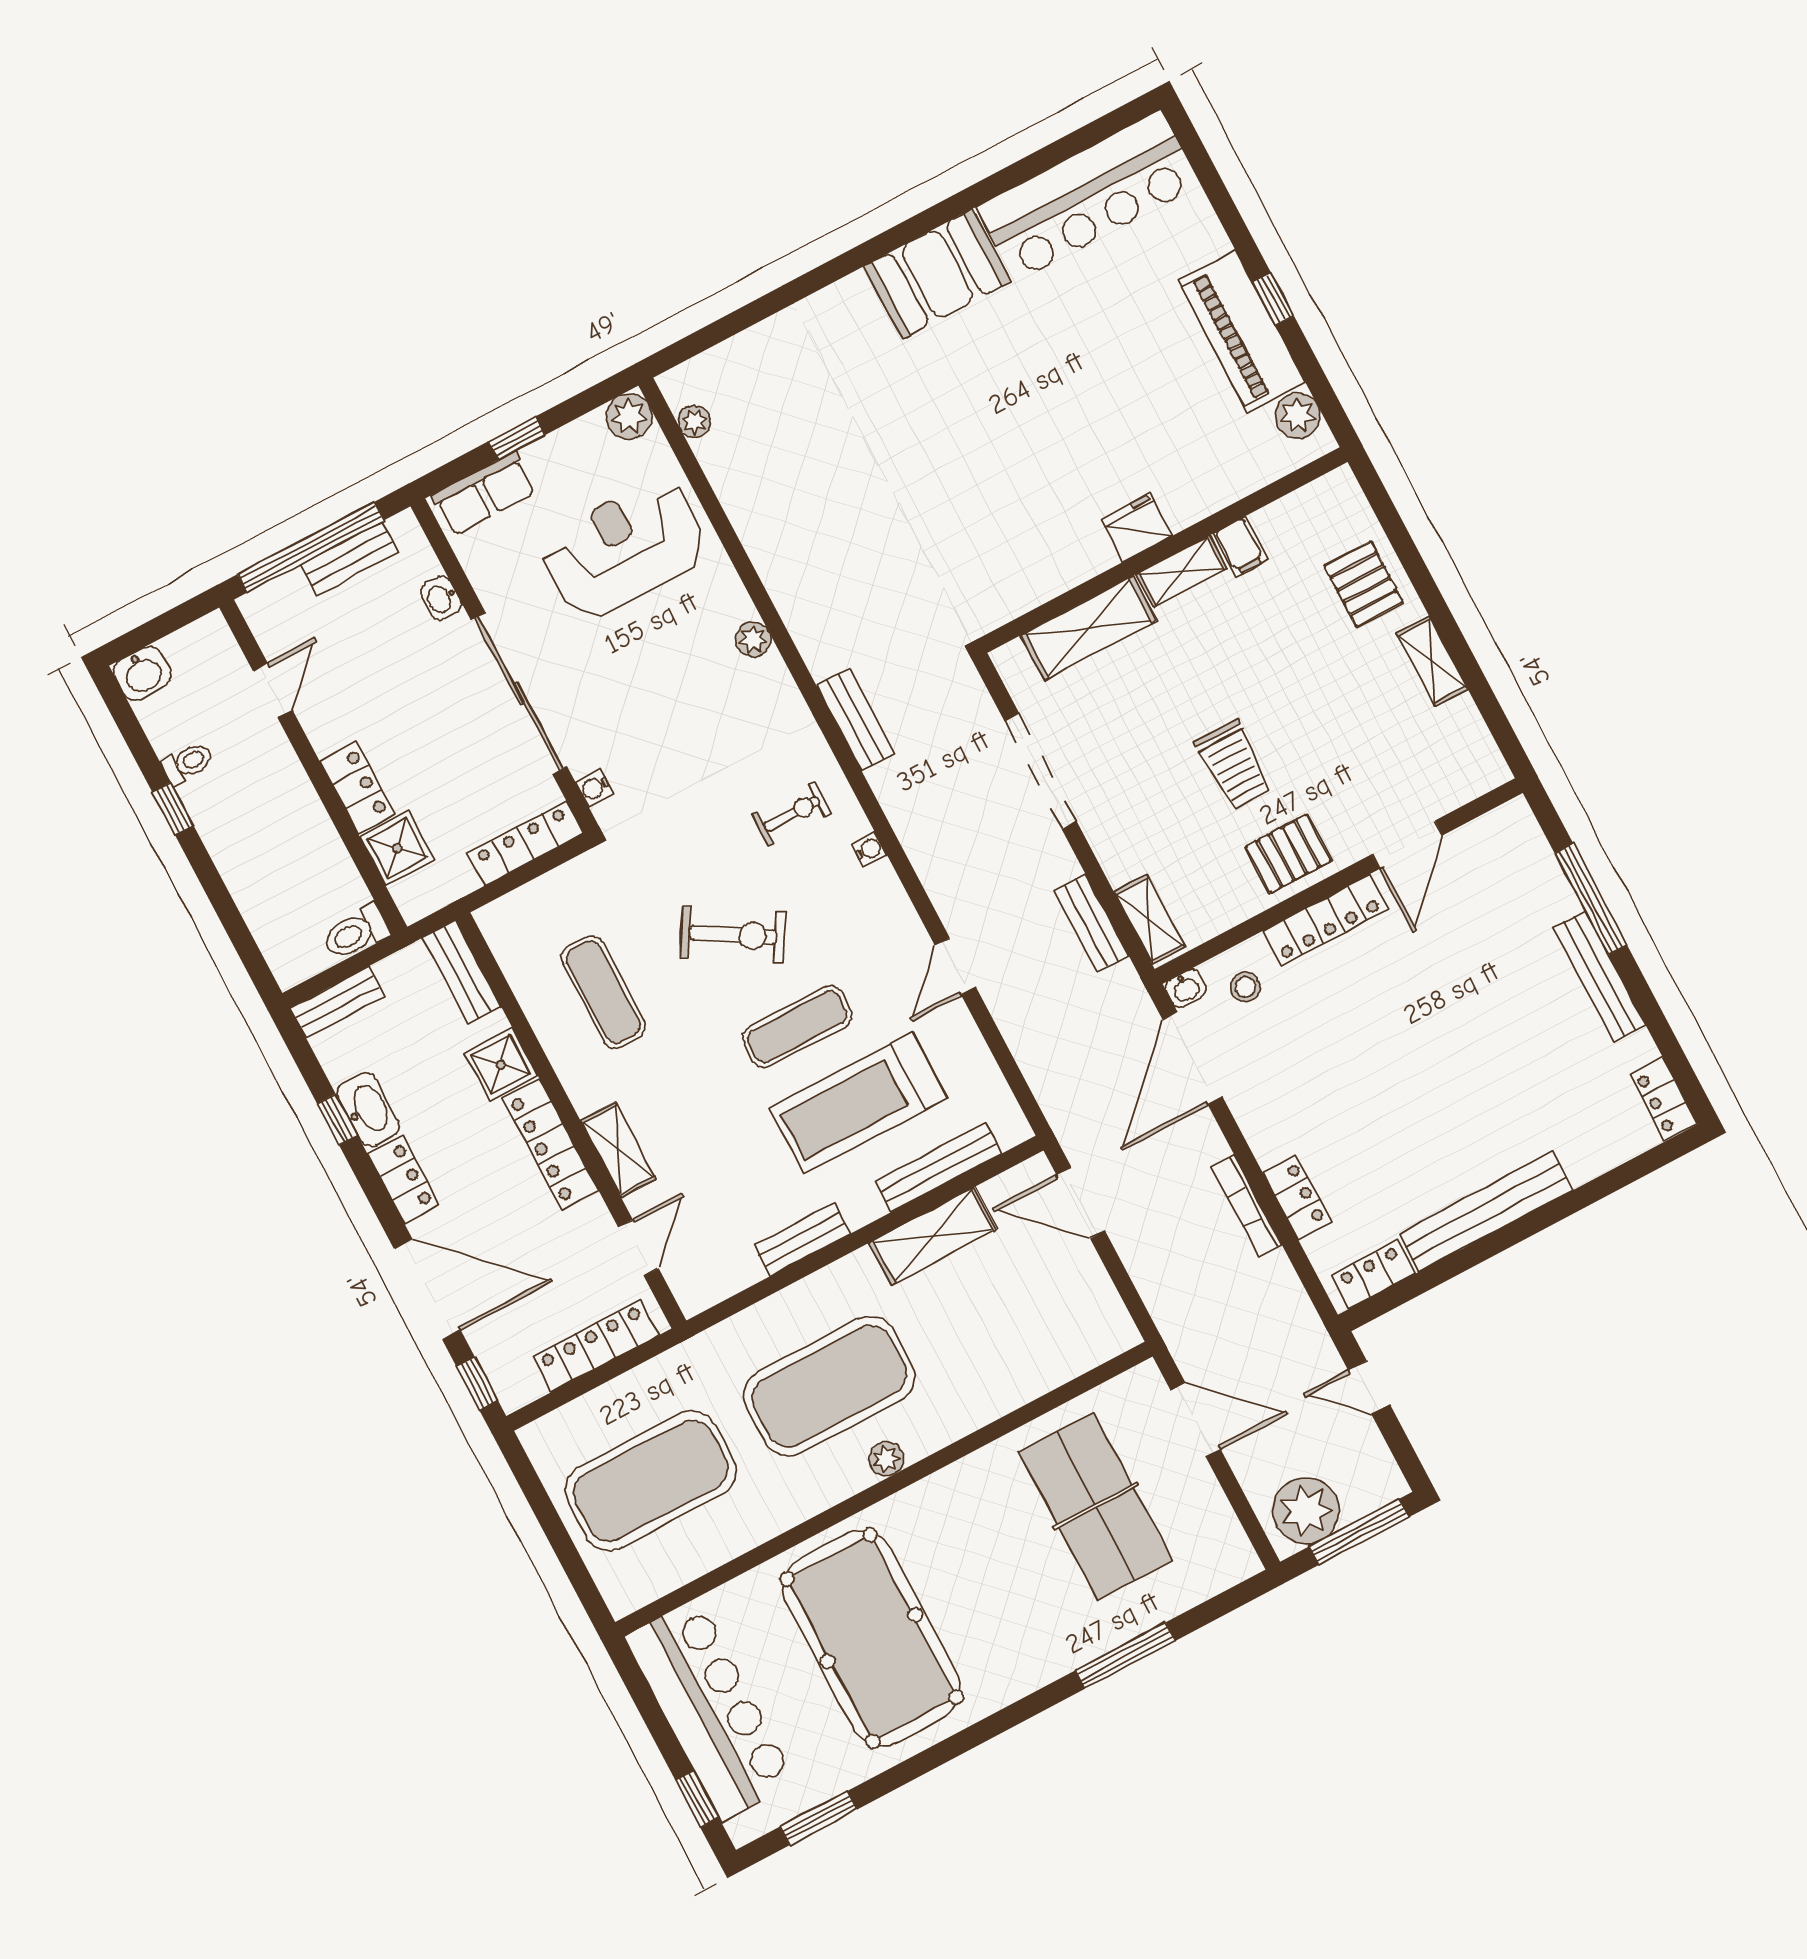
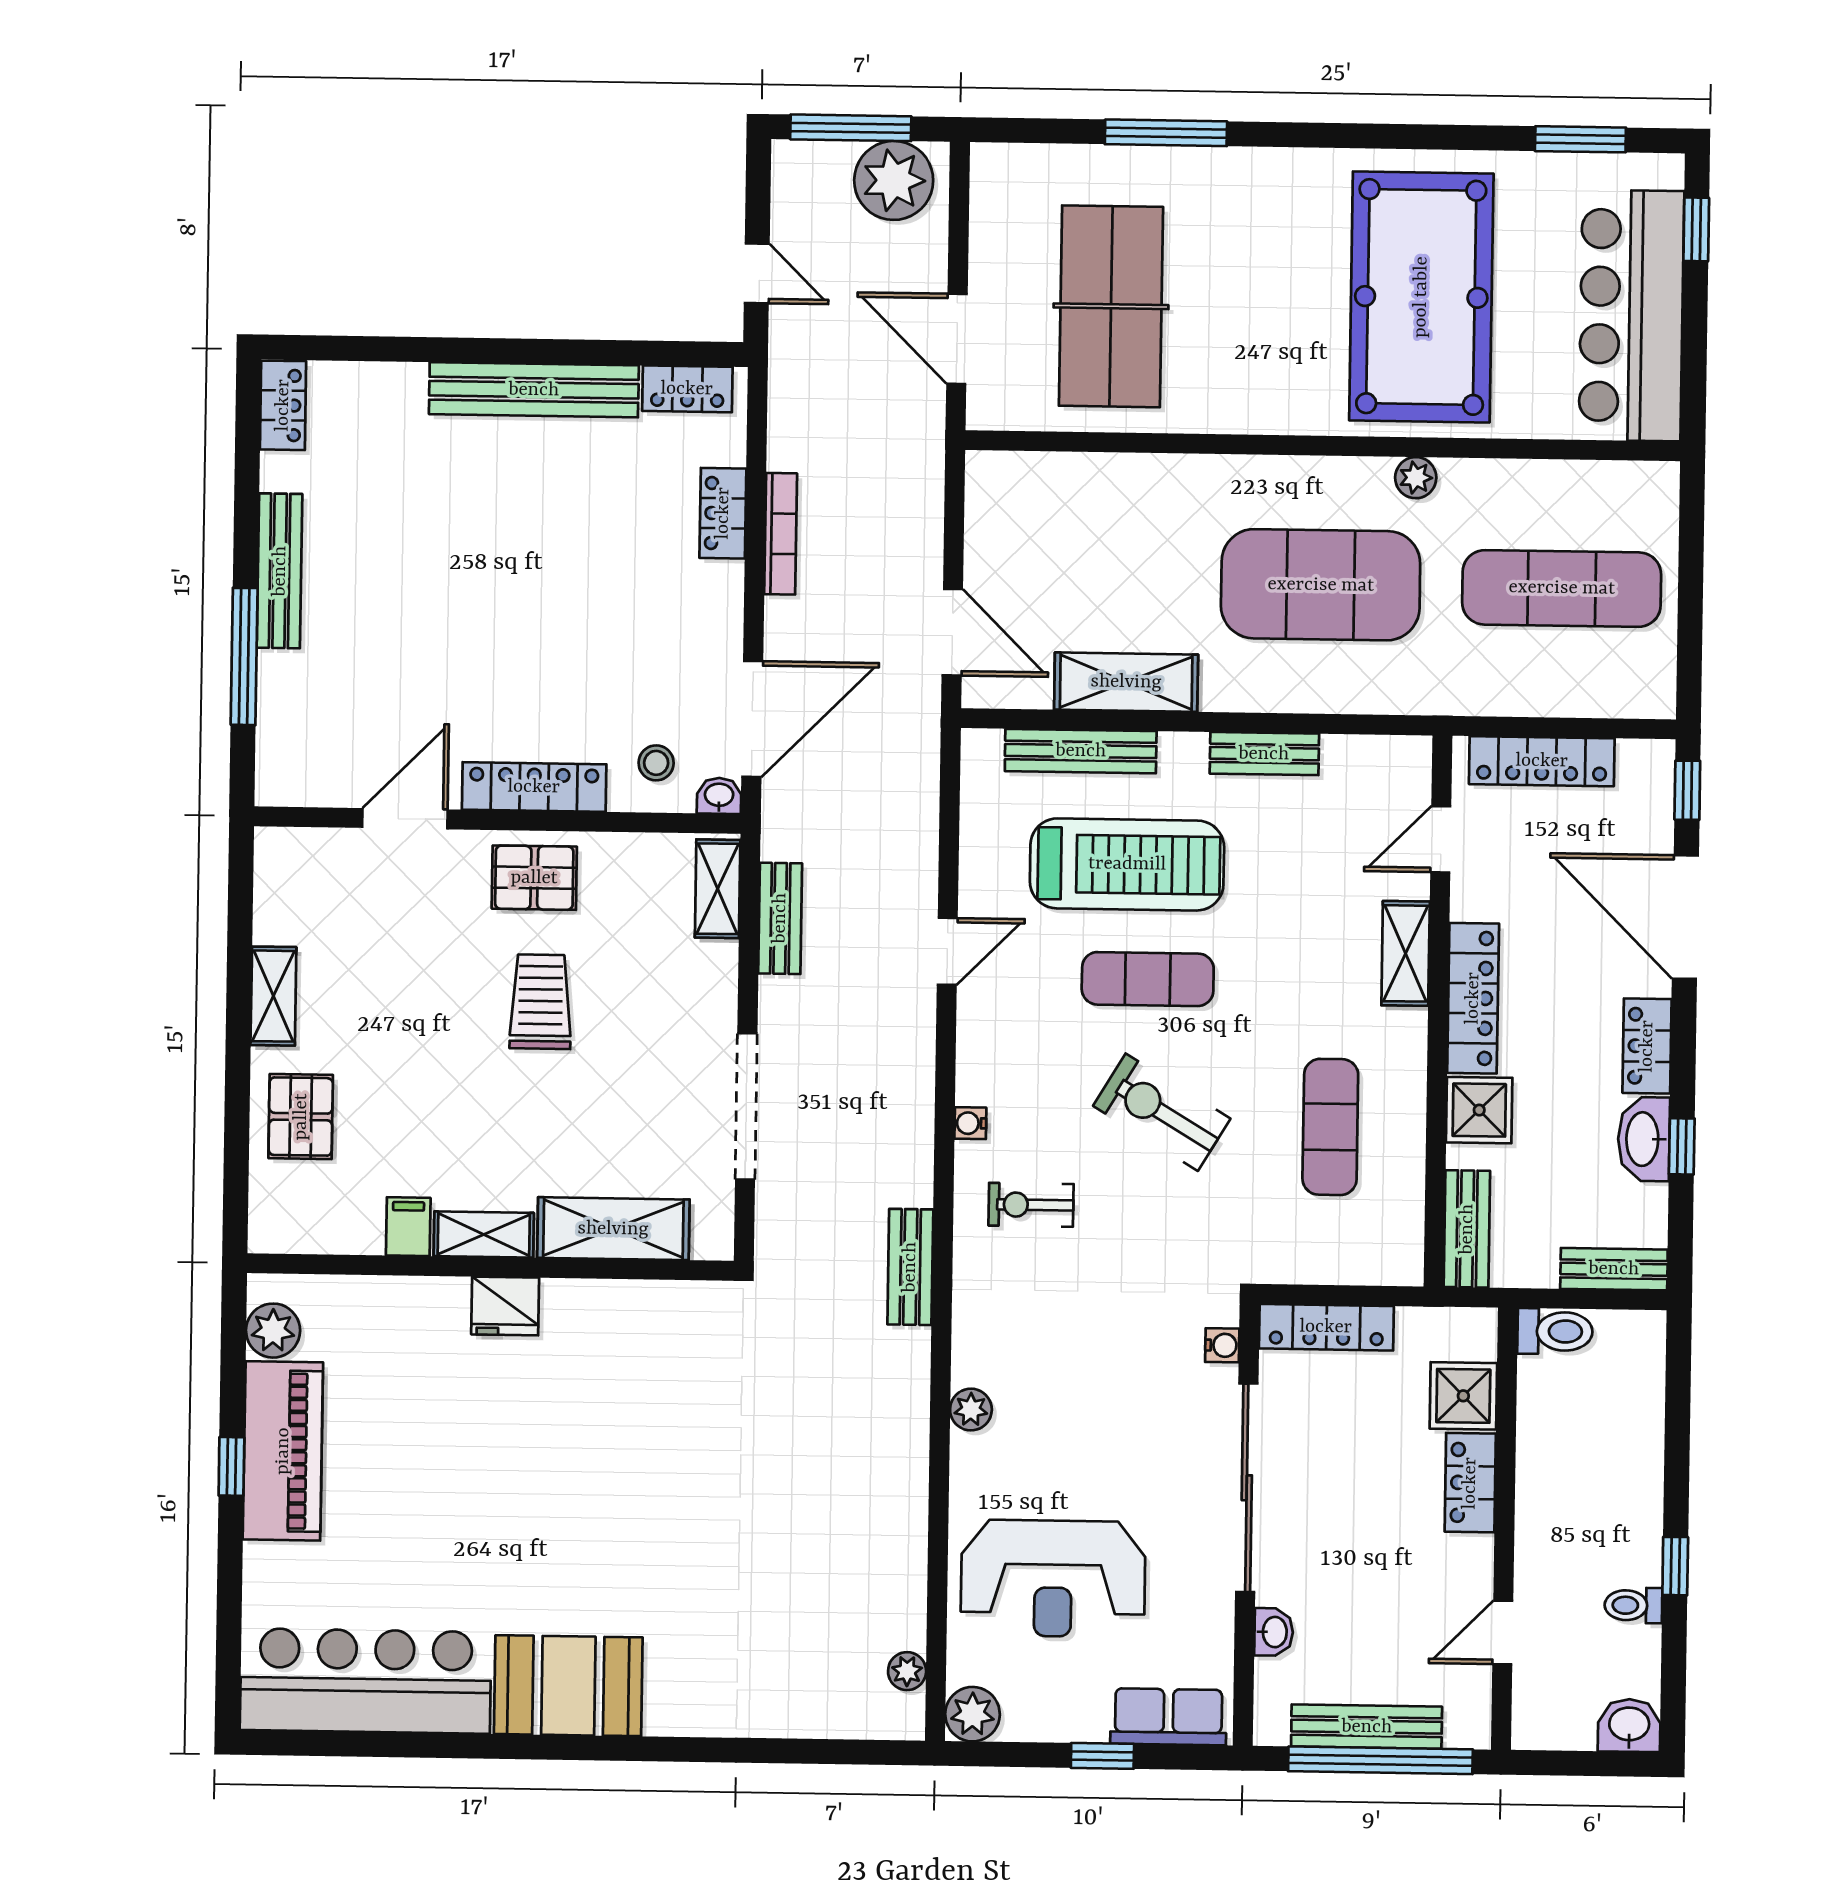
bench: (350, 558) -> (1367, 1727), width x1.36
plant: (886, 1459) -> (1416, 478), moved
exercise mat: (651, 1481) -> (1562, 588), width x0.68

